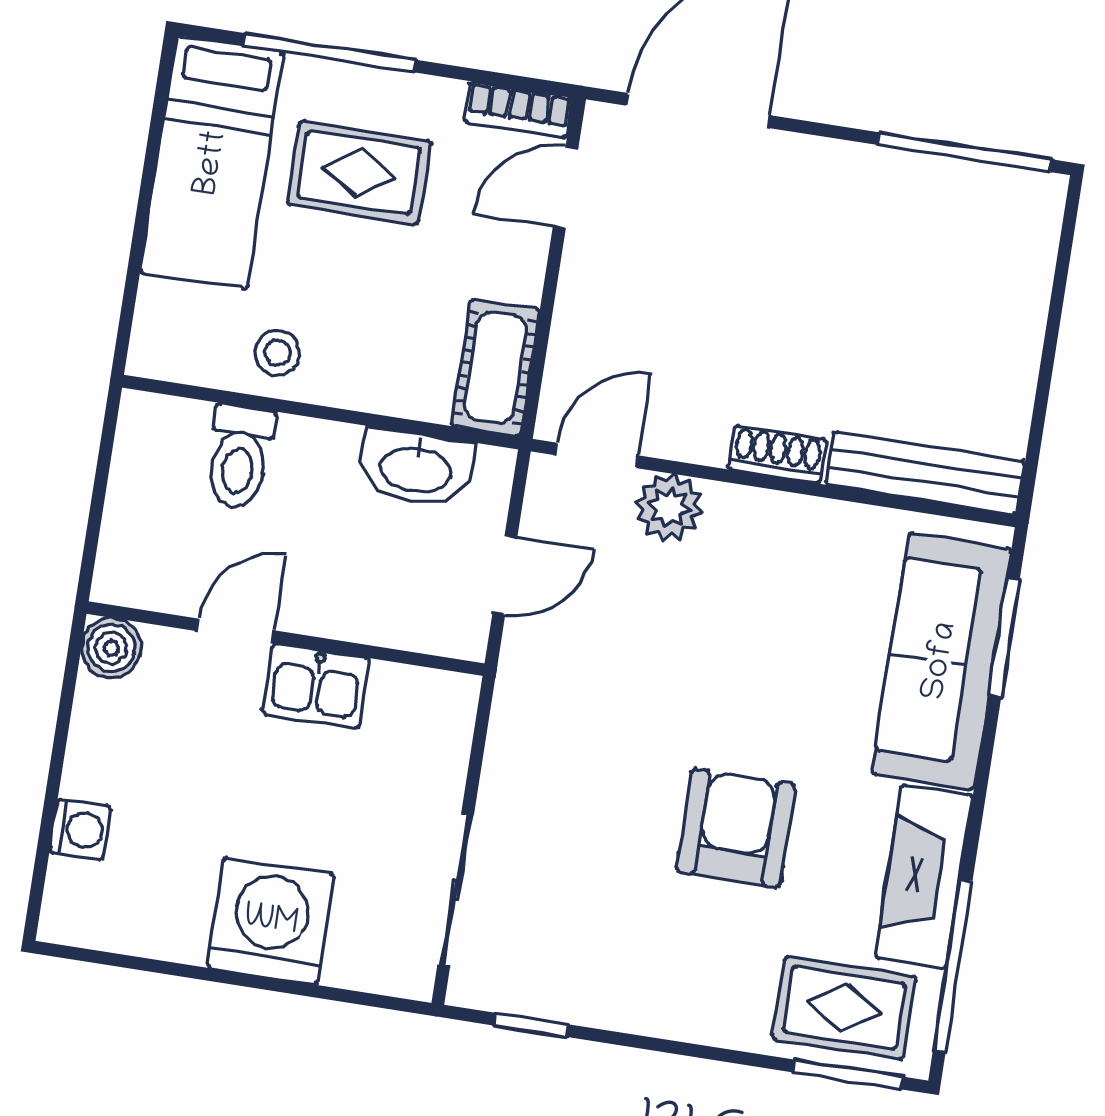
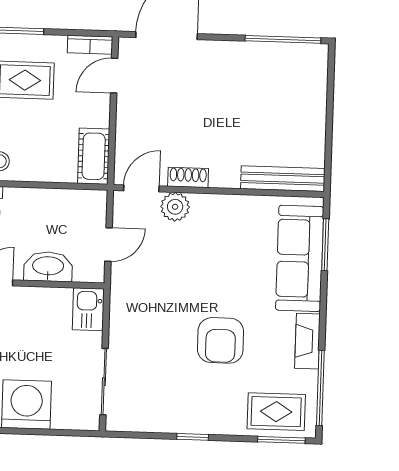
shoe rack: (778, 454) -> (188, 177), moved
washbasin: (416, 468) -> (48, 267), moved, turned 180
kitchen sink: (316, 686) -> (88, 309), moved, turned 90
armchair: (736, 828) -> (221, 340), turned 180
fireplace: (924, 876) -> (307, 341), width x0.73, depth x0.76
window: (531, 1025) -> (193, 437), moved

